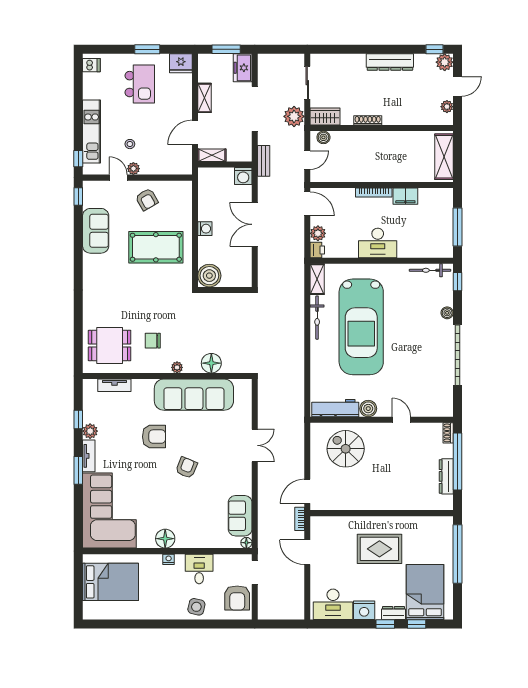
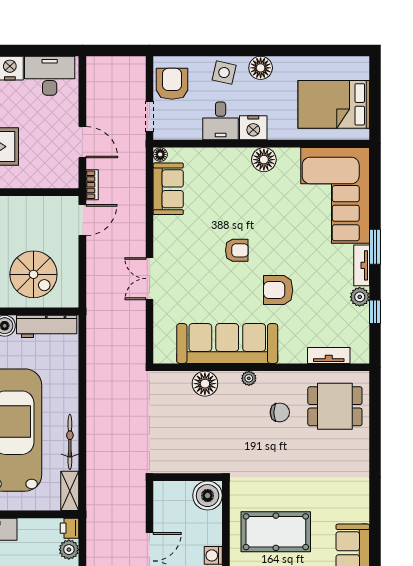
armchair: (186, 468) -> (237, 250), turned -112
nightstand: (169, 559) -> (253, 128), width x1.89, depth x1.79
floor lamp: (168, 610) -> (261, 68), added

